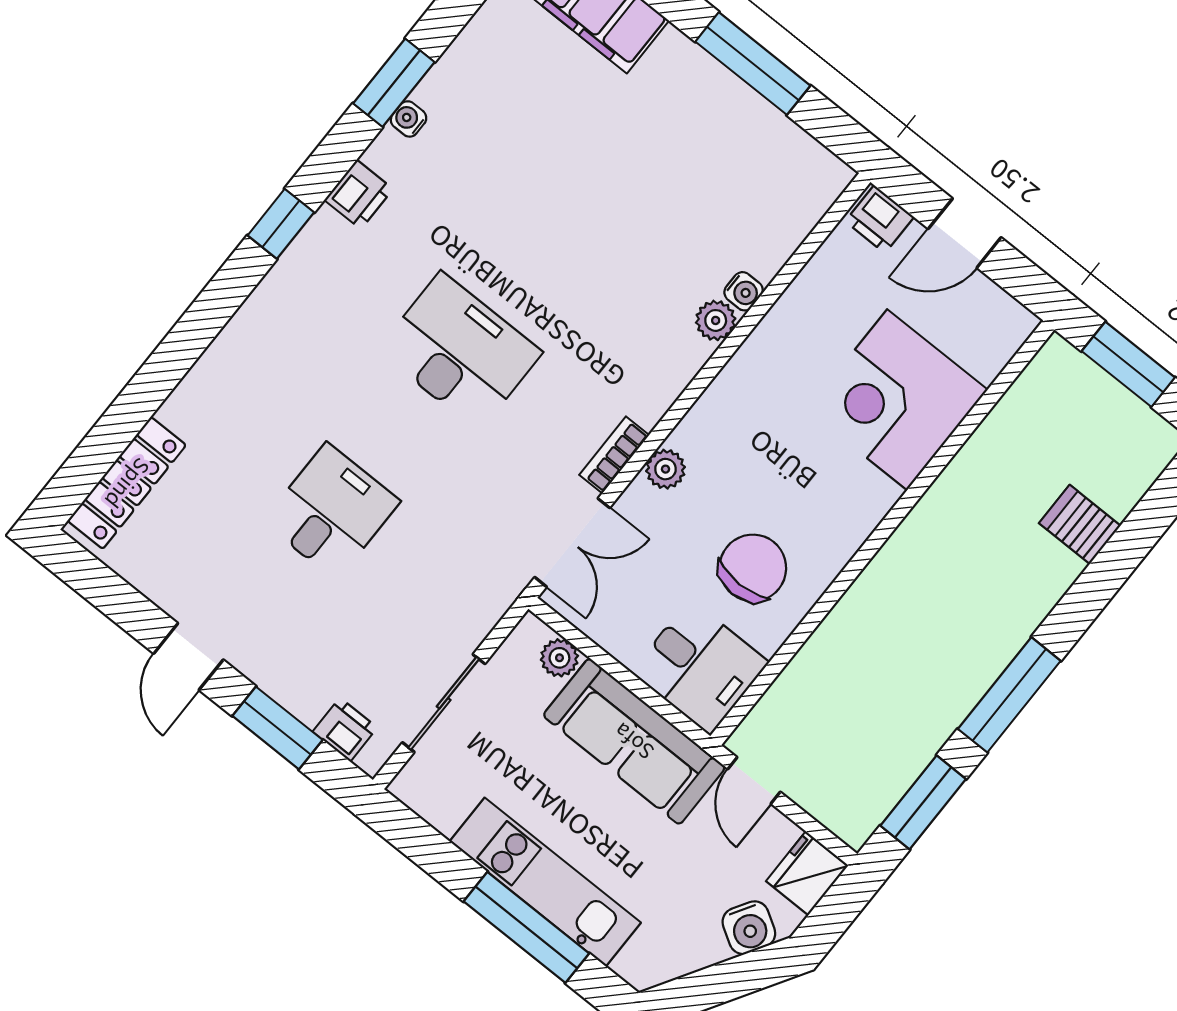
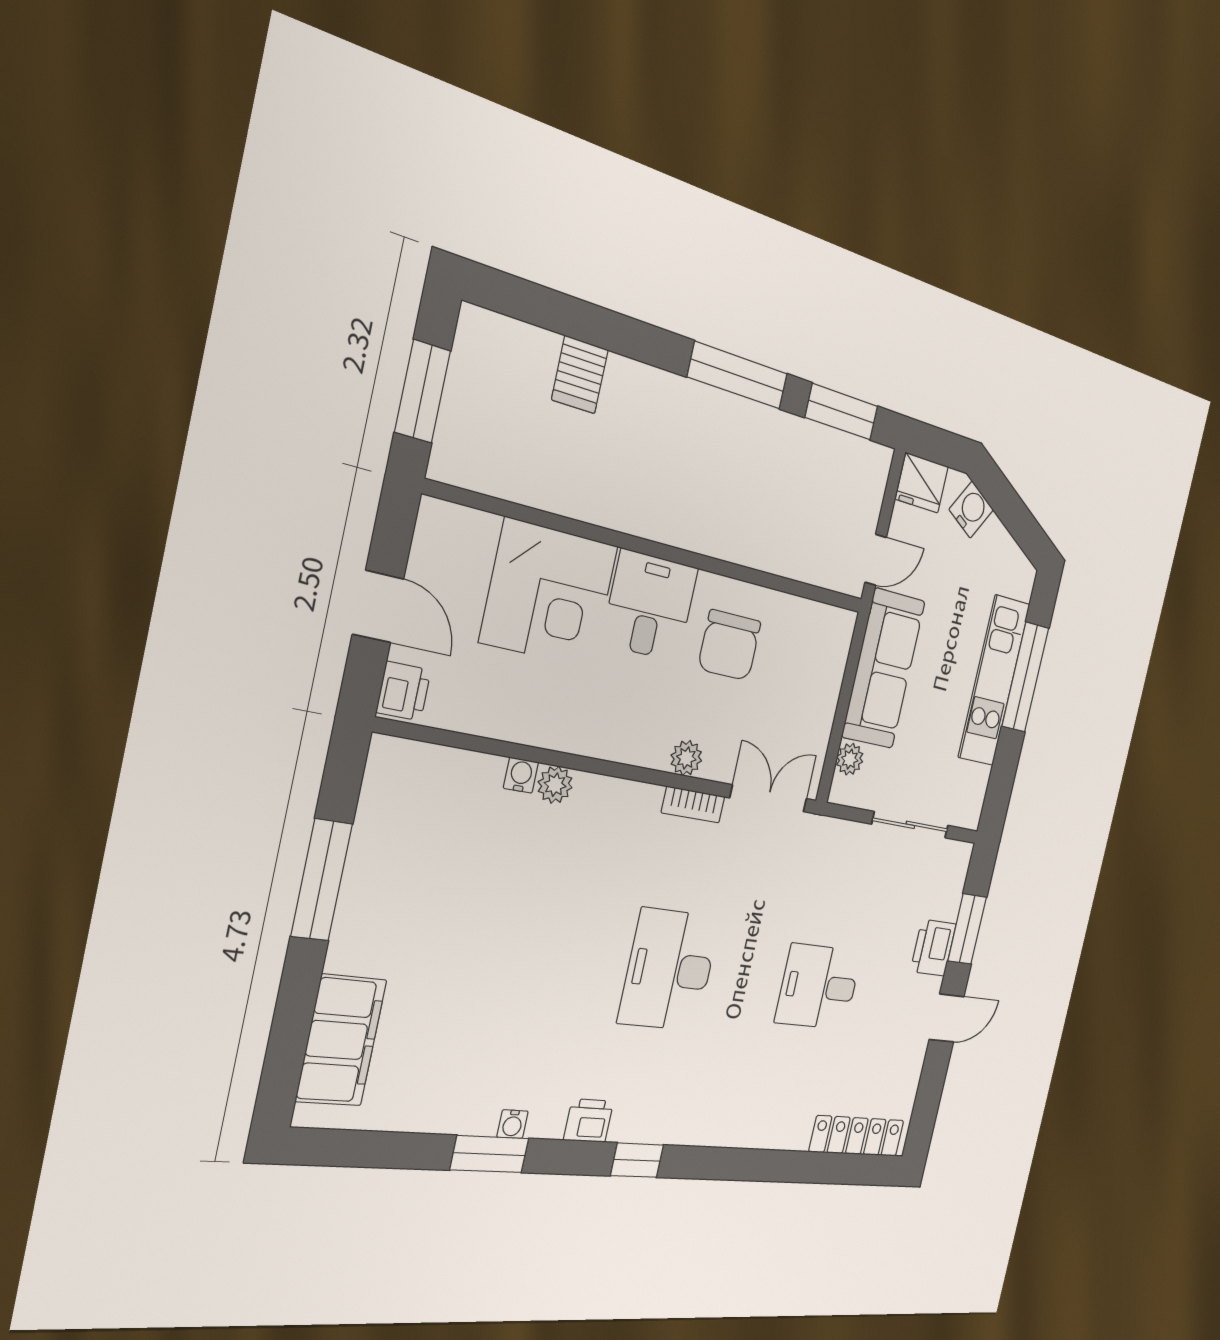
chair: (753, 568) -> (729, 645), turned -90
desk: (700, 667) -> (650, 606), moved
printer: (345, 730) -> (933, 948), moved, width x1.36, depth x1.24

